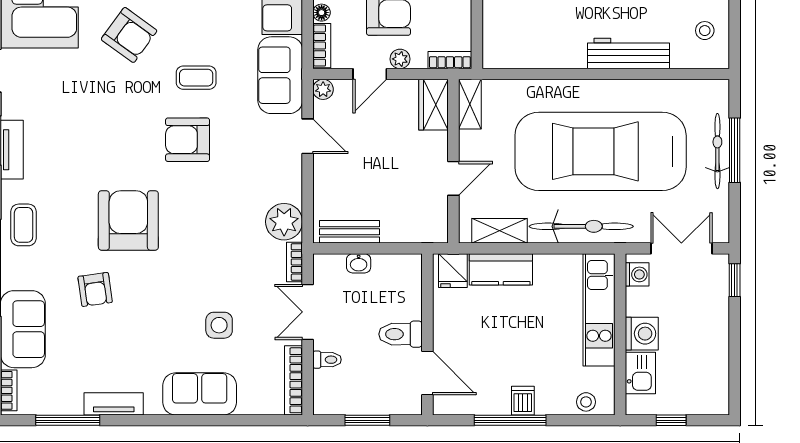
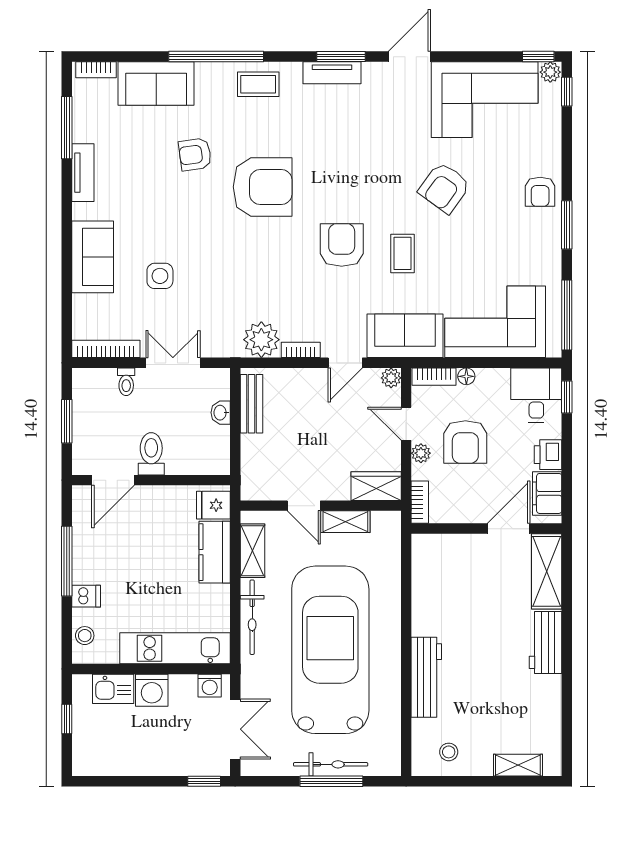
shelving: (470, 104) -> (345, 522), moved
bicycle: (581, 226) -> (252, 617), width x0.73, depth x0.71
bookcase: (295, 262) -> (301, 350), moved
dishwasher: (523, 401) -> (86, 596), moved

